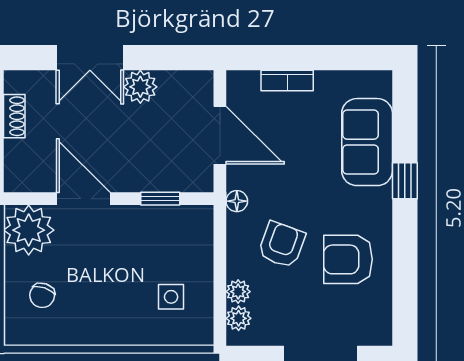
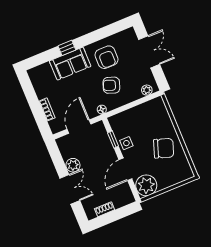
sofa: (367, 142) -> (70, 64), moved
plant: (238, 292) -> (137, 95), removed
chair: (42, 295) -> (164, 148), moved, width x1.87, depth x1.87
side table: (171, 297) -> (126, 143), moved

